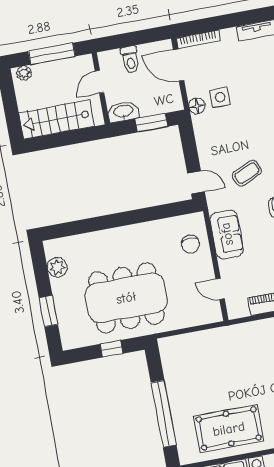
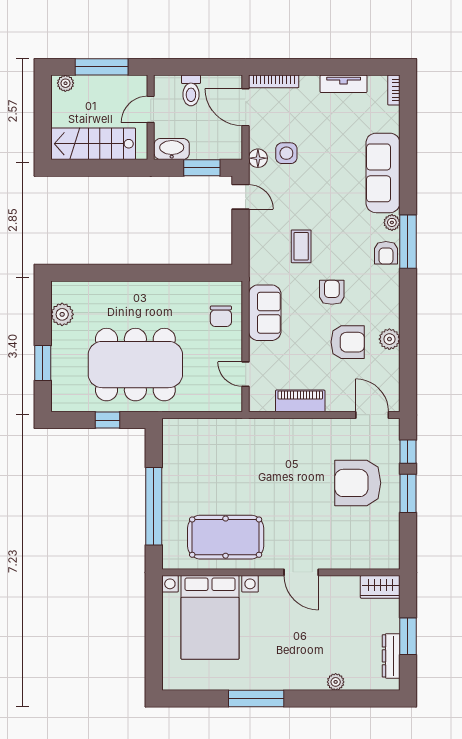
coffee table: (247, 173) -> (301, 246), turned -66
door: (196, 182) -> (240, 197), moved

